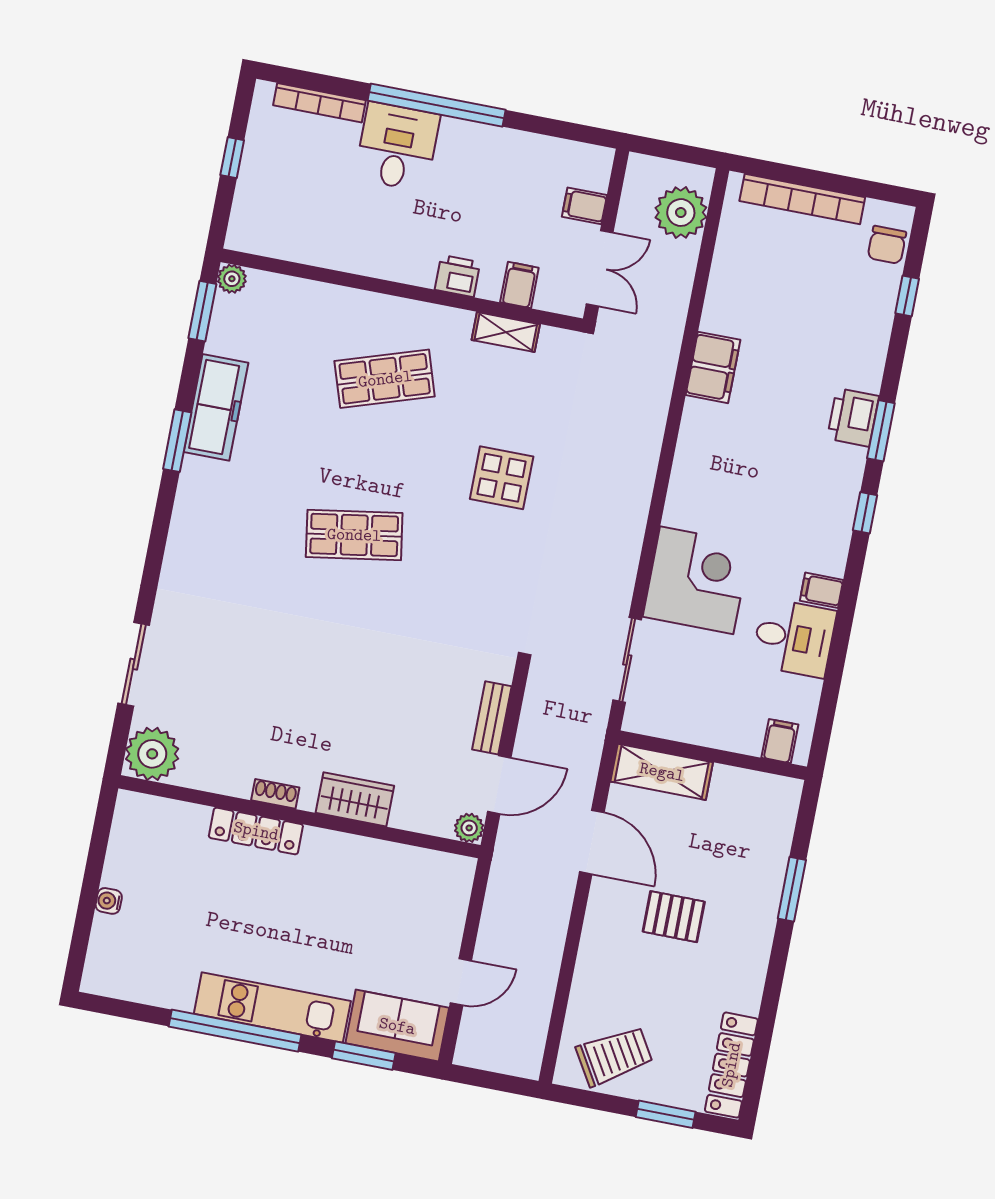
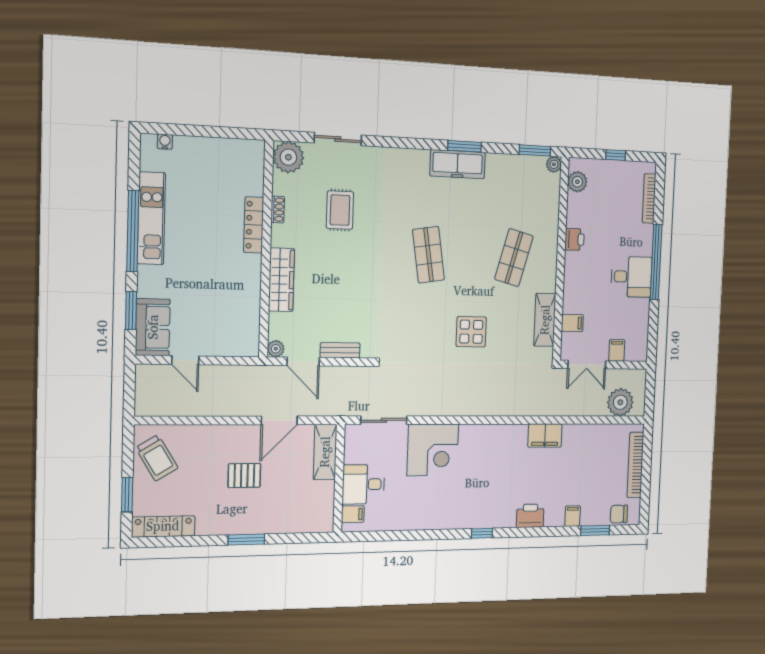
desk: (397, 147) -> (631, 277), moved
plant: (269, 238) -> (577, 182), added
printer: (458, 276) -> (574, 239), moved
window: (907, 296) -> (595, 530), width x1.50
shelving: (506, 332) -> (545, 320), width x1.50, depth x1.33
shop shelf: (385, 379) -> (514, 258), turned 33
freezer: (216, 407) -> (458, 164), moved
window: (881, 431) -> (525, 532), removed
filing cabinet: (822, 590) -> (573, 516), moved
desk: (794, 638) -> (364, 484), moved, turned 90
rug: (254, 680) -> (340, 210), added
shoe rack: (275, 794) -> (278, 210), moved
wardrobe: (355, 799) -> (281, 280), width x1.50
window: (792, 889) -> (246, 539), moved
water cooler: (109, 901) -> (165, 142), moved
pallet: (674, 917) -> (244, 476), turned 90
kitchen unit: (272, 1007) -> (151, 218), moved

